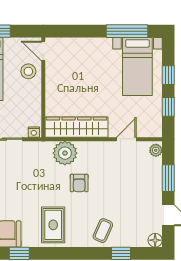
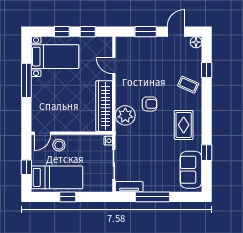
window: (127, 31) -> (26, 80), moved
plant: (156, 150) -> (123, 42), removed
rug: (53, 225) -> (184, 125), turned 90

